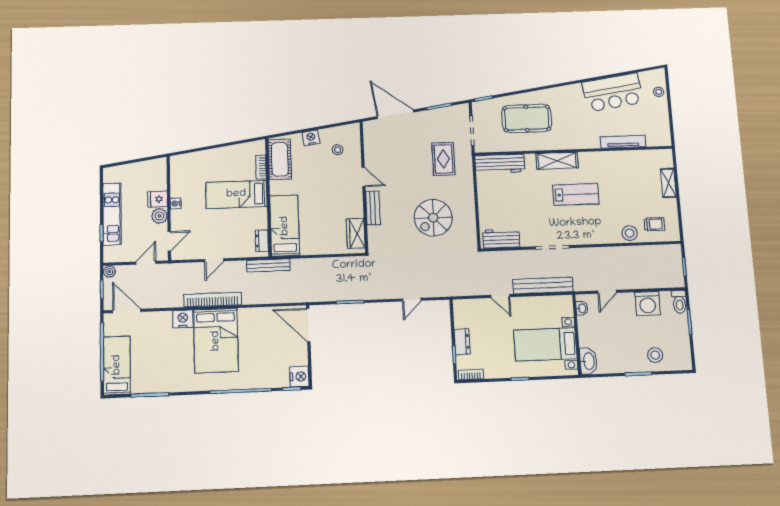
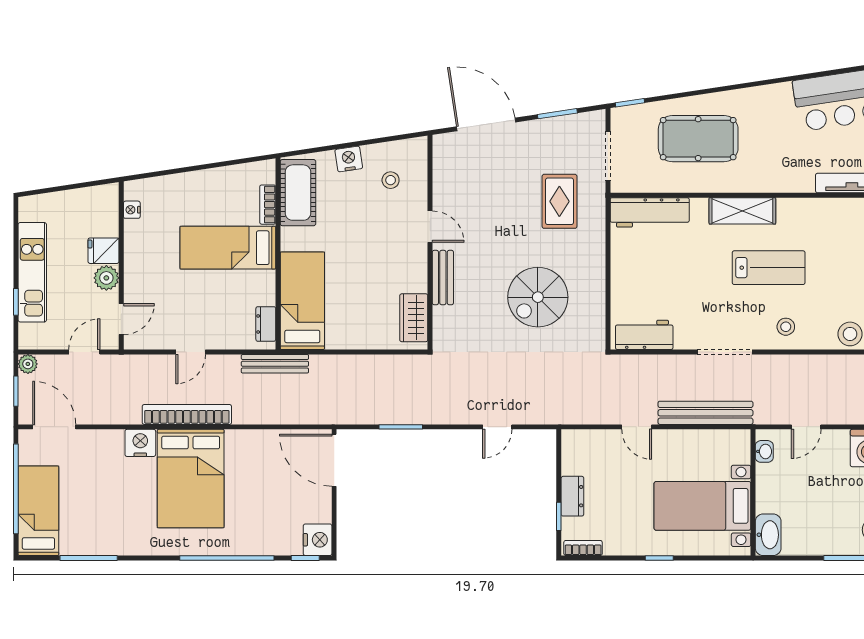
nightstand: (176, 203) -> (132, 210), moved
stool: (589, 230) -> (786, 327), added

